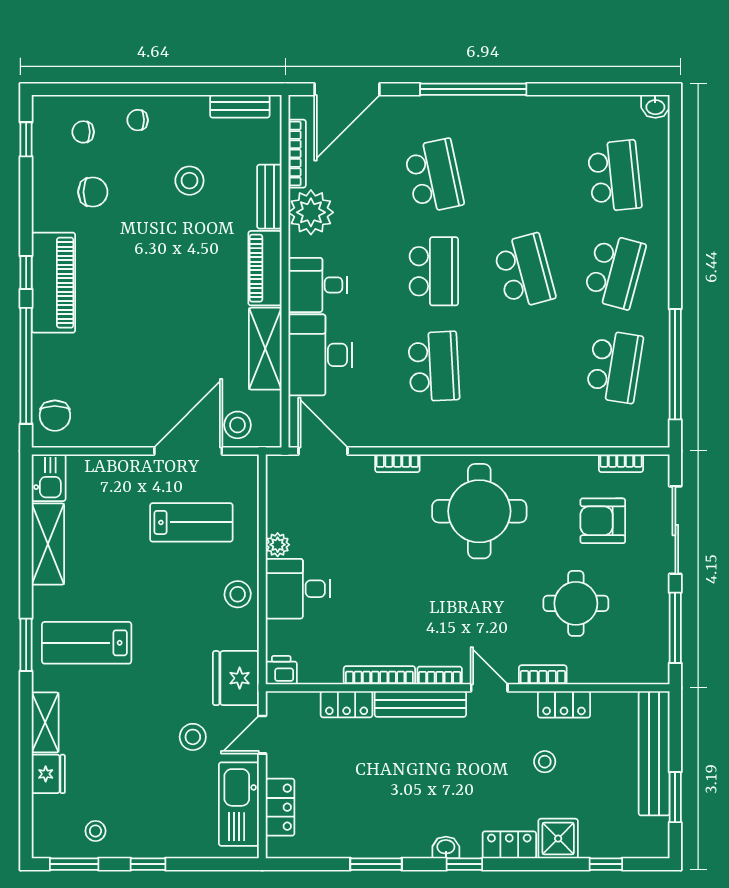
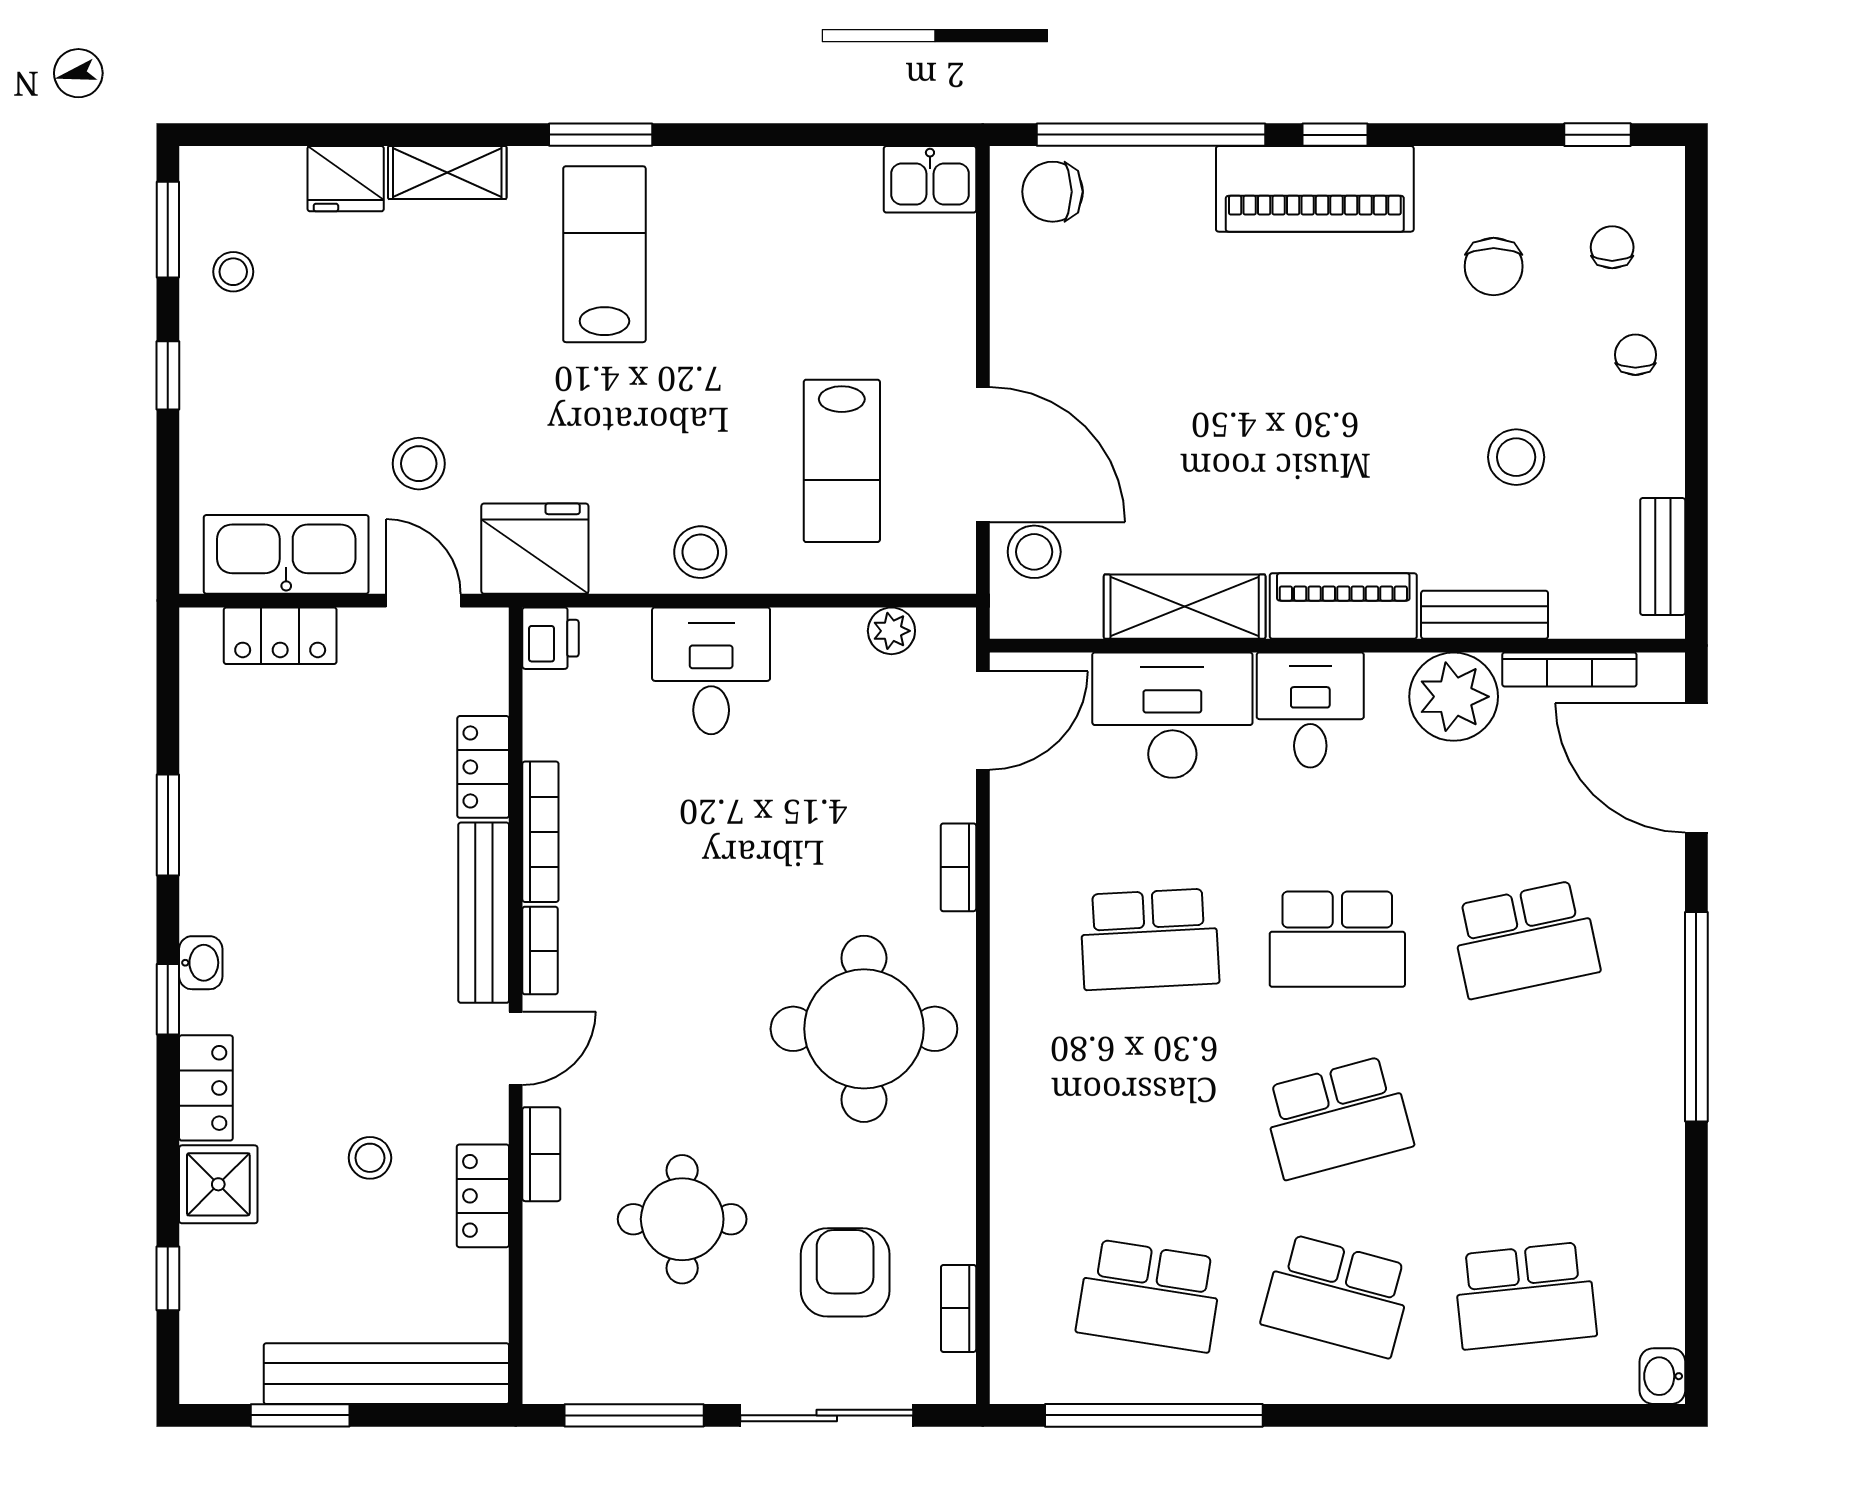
shelving: (48, 544) -> (799, 178), removed
plant: (278, 545) -> (891, 631), moved

